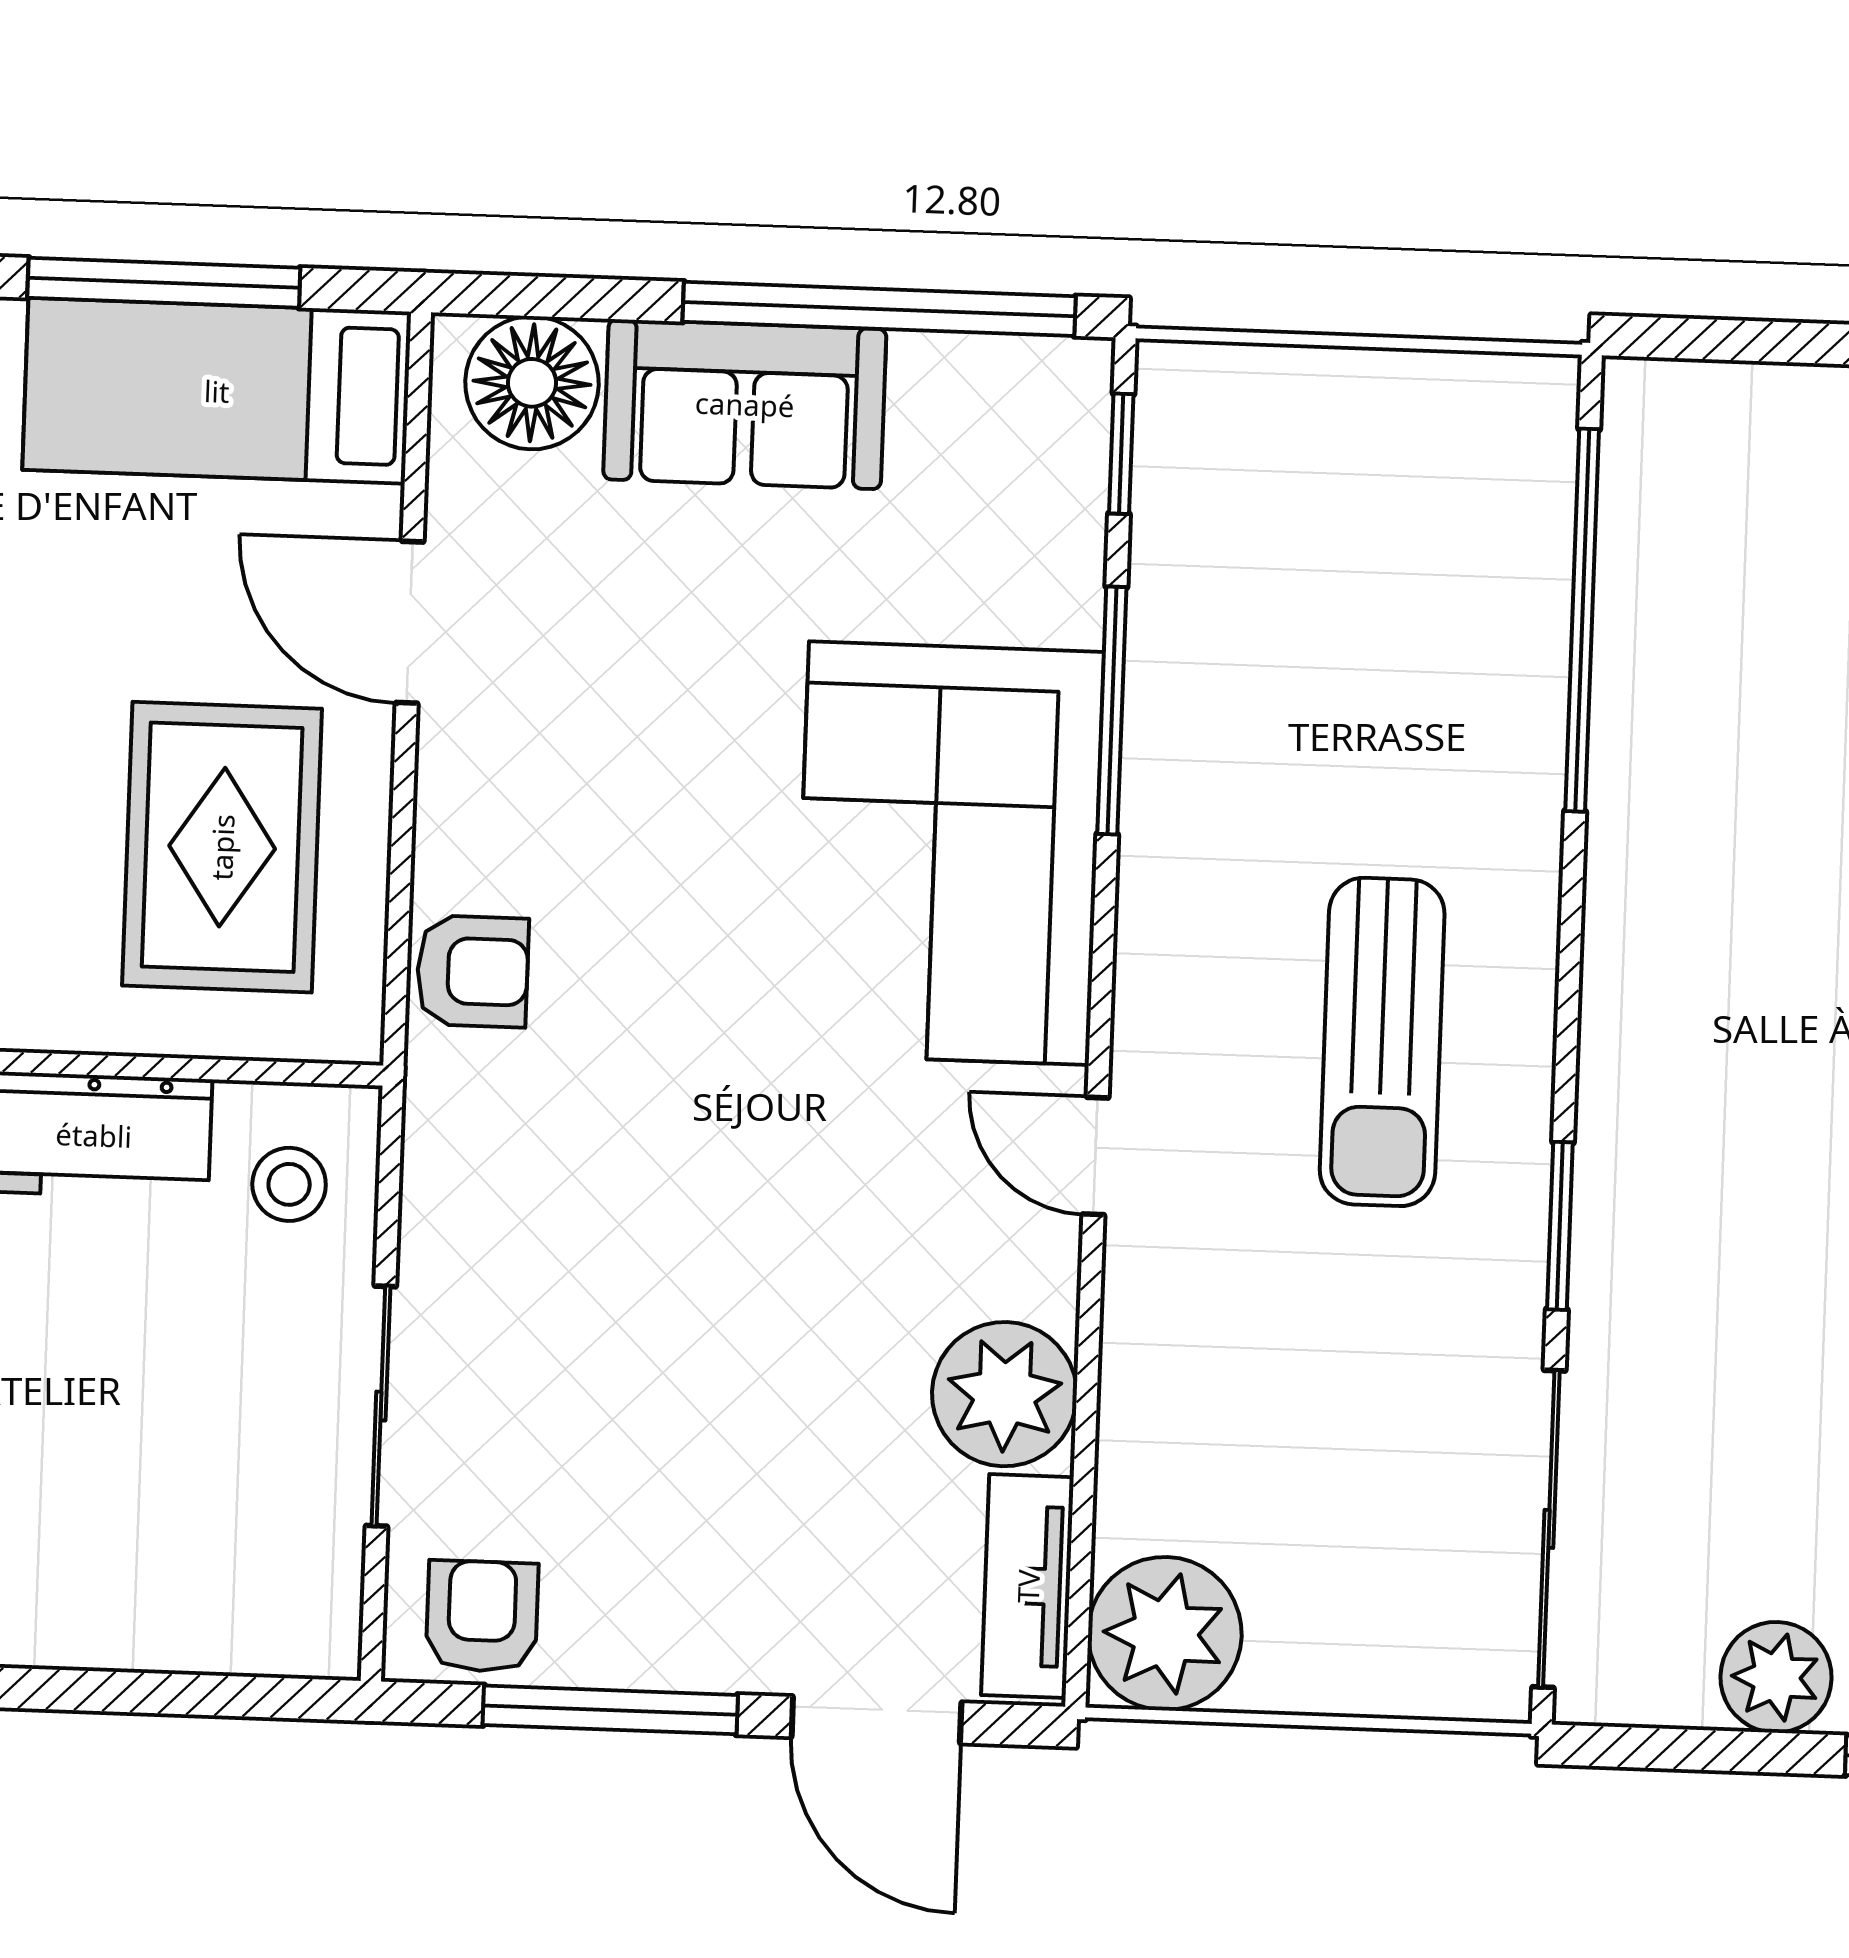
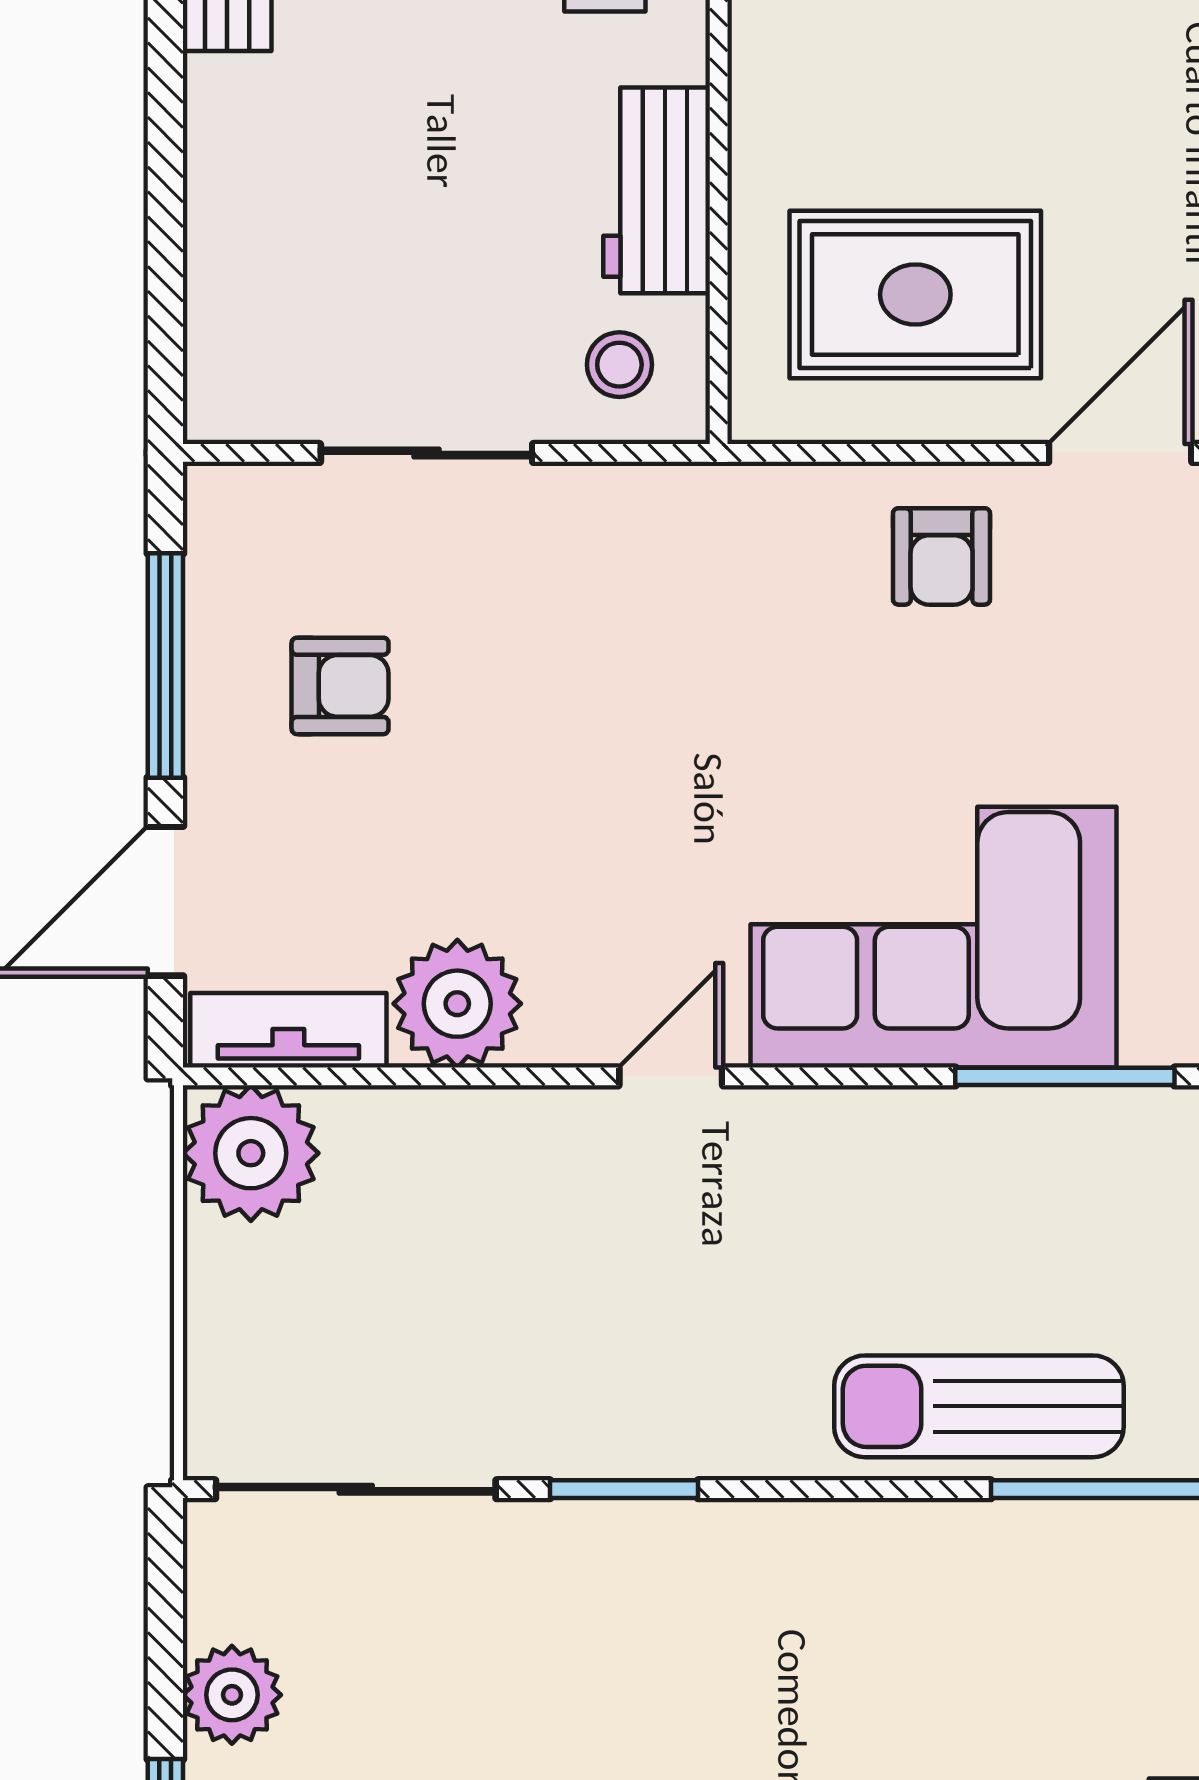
armchair: (472, 971) -> (942, 556), moved
sun lounger: (1382, 1042) -> (979, 1406), moved
armchair: (482, 1616) -> (340, 686), moved

